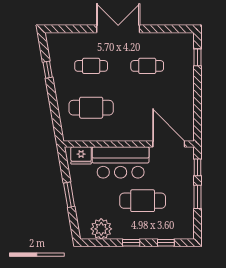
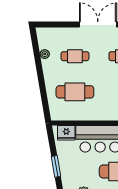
plant: (56, 63) -> (45, 54), added
window: (48, 70) -> (38, 59), removed

